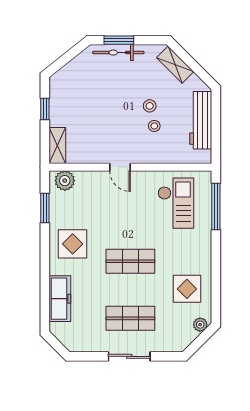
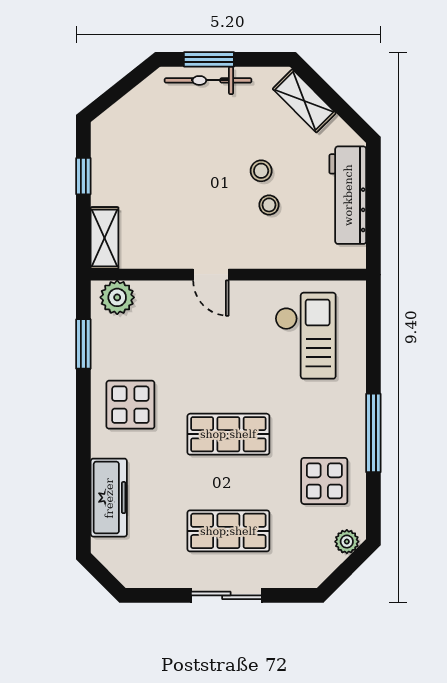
window: (216, 206) -> (373, 433), moved

